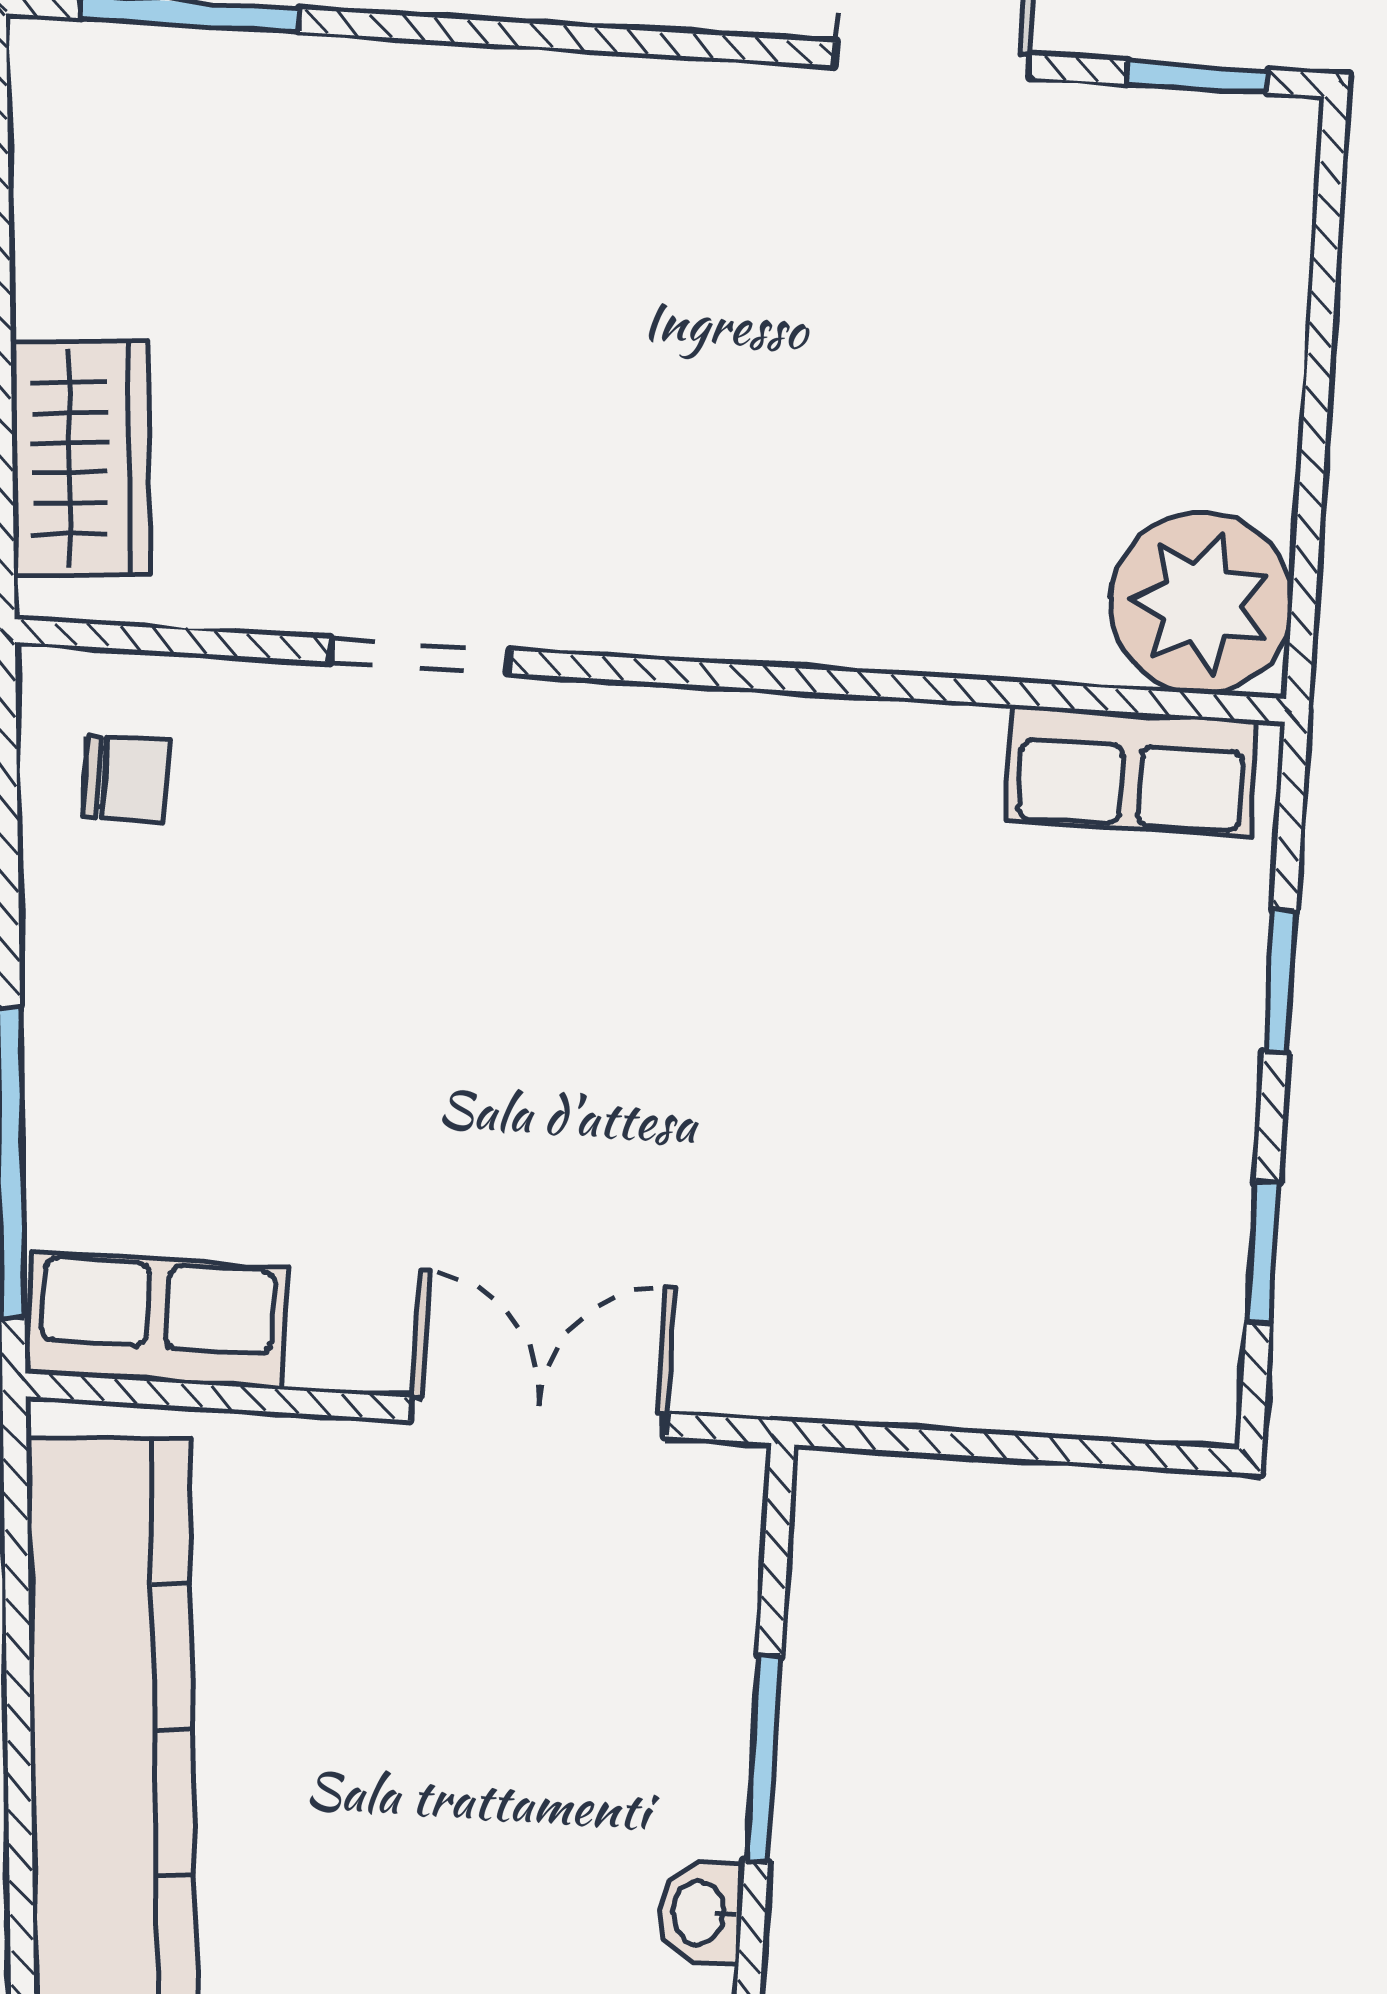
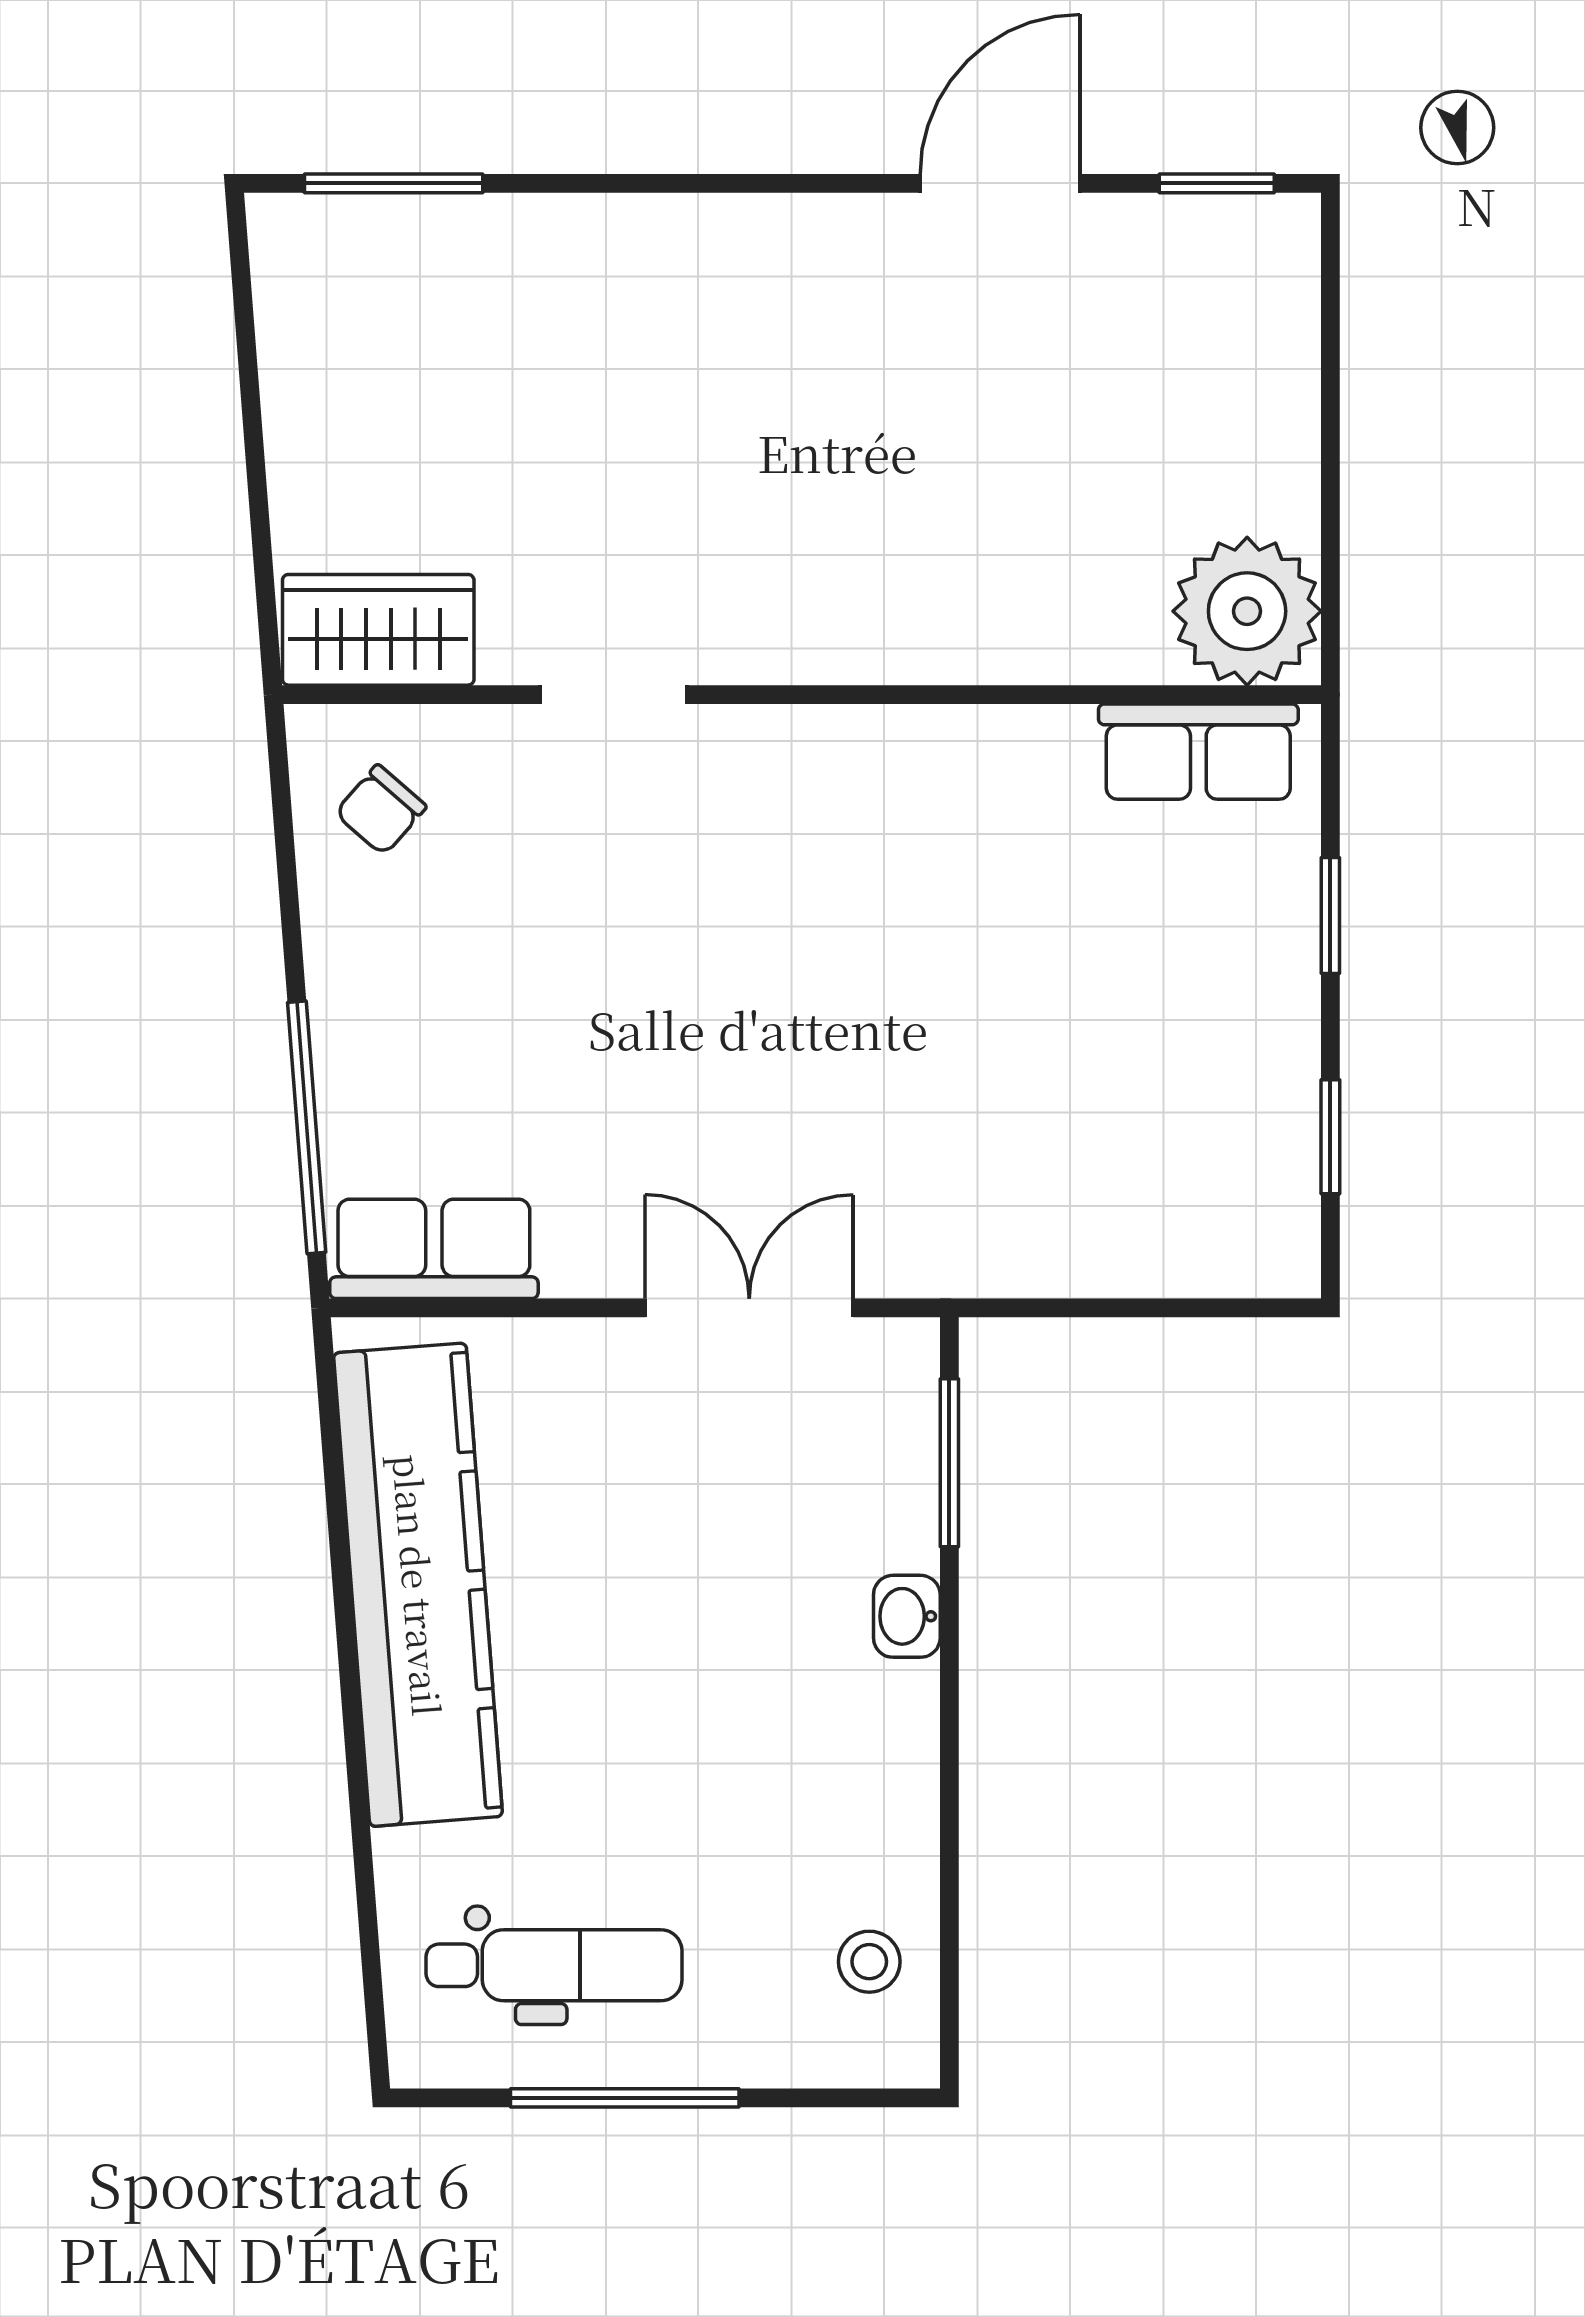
wardrobe: (80, 458) -> (378, 630), moved, turned -86
chair: (126, 779) -> (381, 810), turned 131
window: (763, 1759) -> (949, 1463), moved
washbasin: (701, 1913) -> (907, 1616), moved

